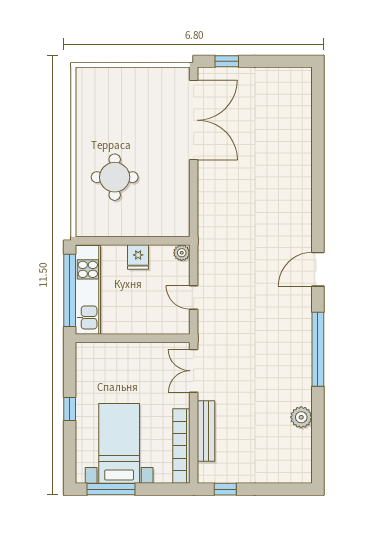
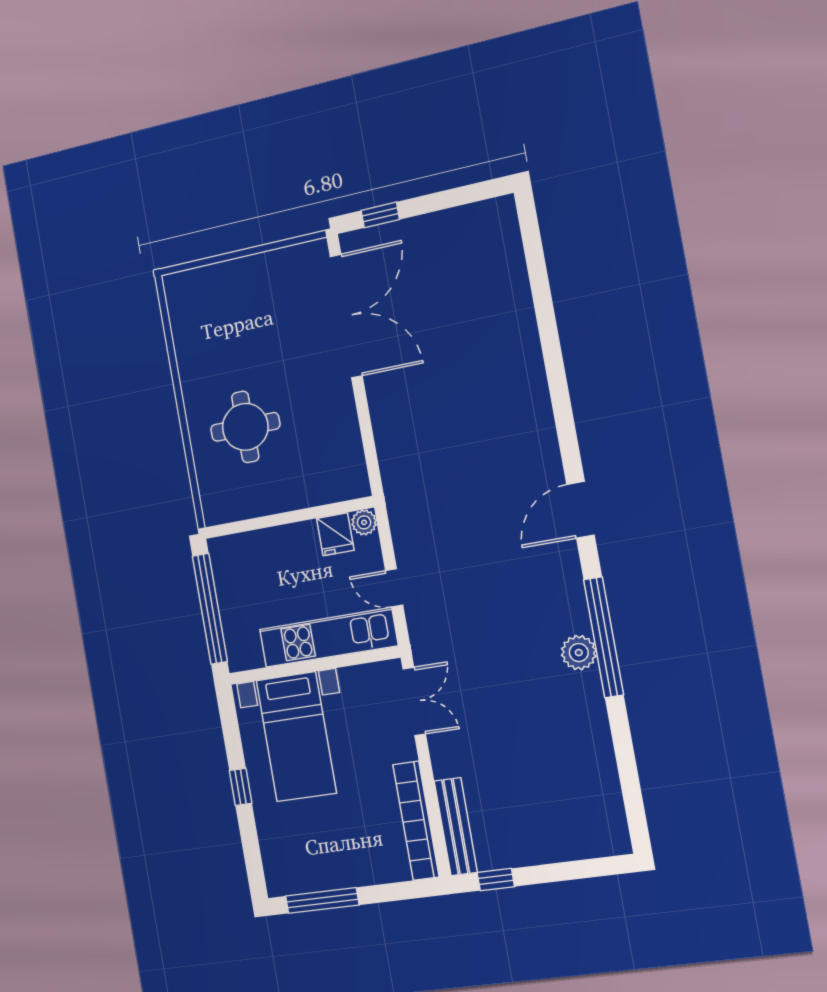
fridge: (138, 257) -> (335, 534), moved
kitchen unit: (88, 290) -> (328, 638), moved, turned -90
double door: (194, 371) -> (414, 701), swing flipped
plant: (301, 417) -> (579, 653), moved
bench: (206, 431) -> (456, 827), moved
bed with nightstands: (119, 443) -> (296, 737), moved, turned 180

